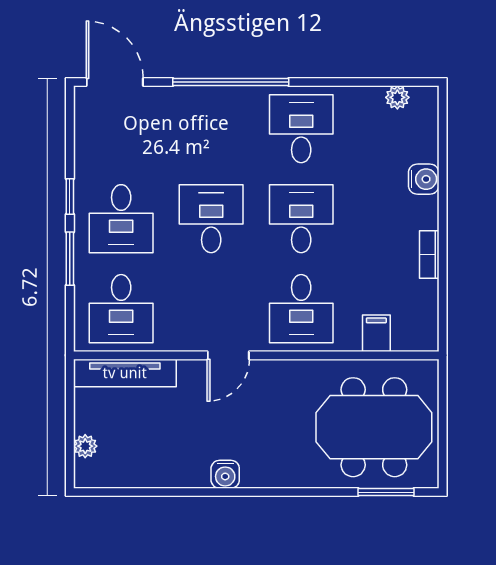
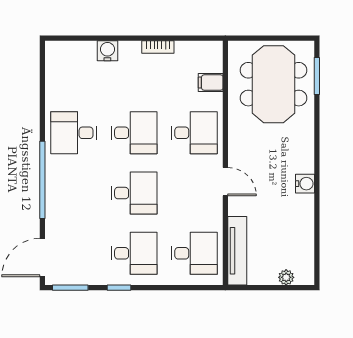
plant: (397, 97) -> (53, 68), removed
desk: (211, 219) -> (134, 193), turned 180
desk: (301, 219) -> (134, 133), turned 180
window: (70, 259) -> (70, 288), moved

